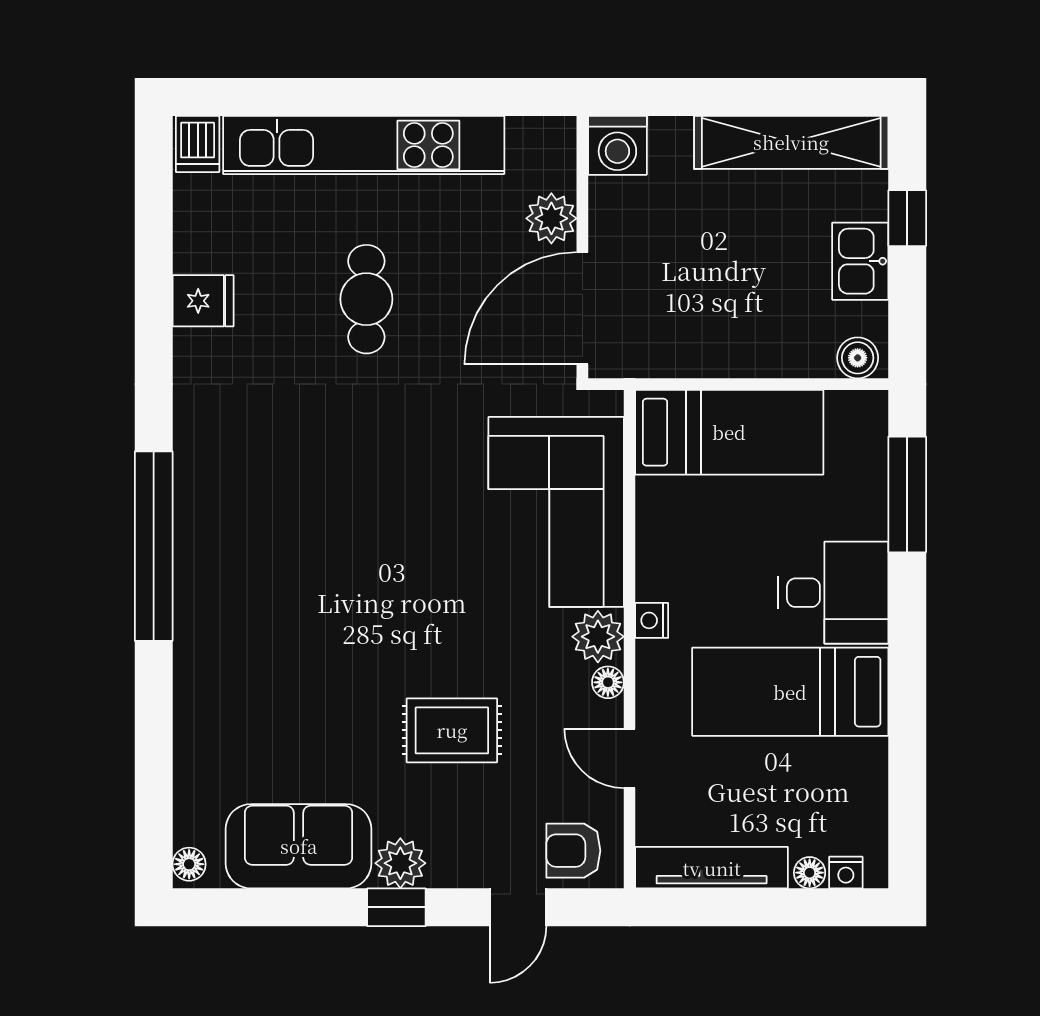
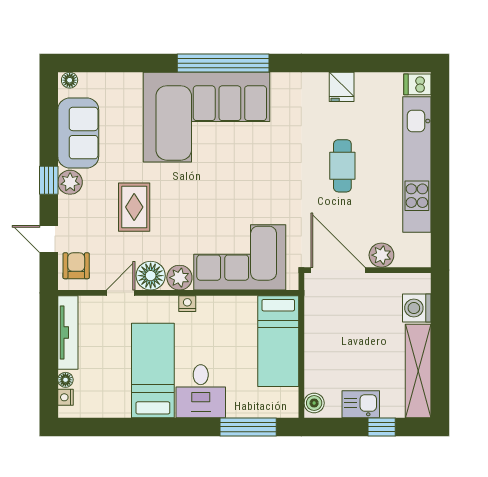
washing machine: (617, 145) -> (417, 308), moved
cafe table: (366, 299) -> (342, 166), turned 90
corner sofa: (266, 581) -> (207, 117), added
floor lamp: (608, 682) -> (151, 276), width x1.89, depth x1.89

